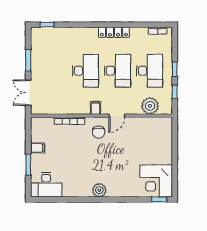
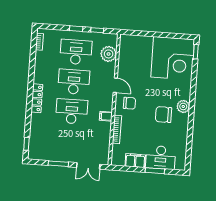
locker: (114, 32) -> (37, 98), moved
filing cabinet: (96, 108) -> (106, 116), moved
filing cabinet: (38, 148) -> (135, 161), width x2.00
chair: (89, 170) -> (164, 115), added
corner desk: (156, 181) -> (173, 58), width x1.36, depth x1.36
desk: (46, 185) -> (161, 157), moved, turned 90

